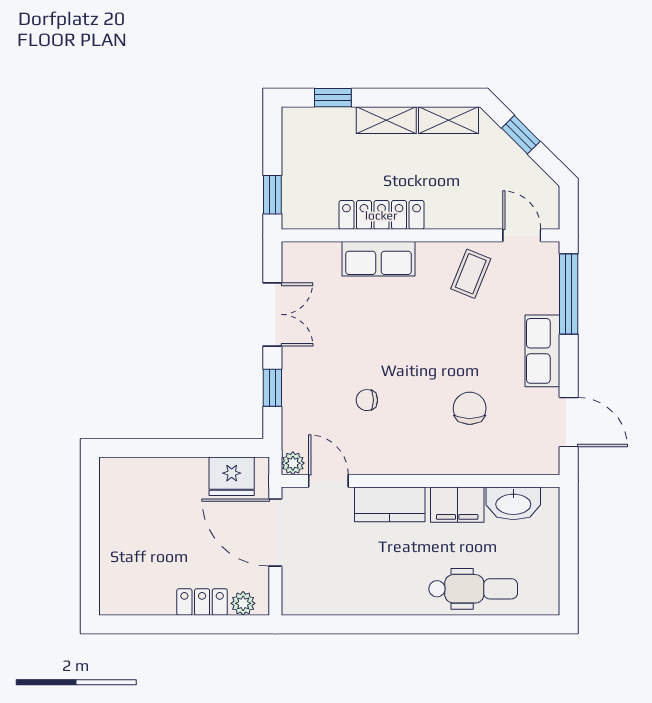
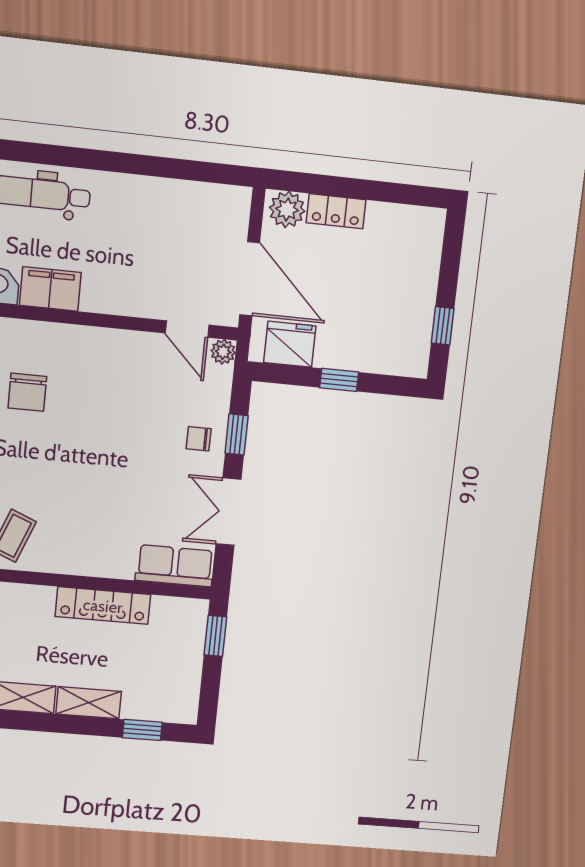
row of seats: (378, 259) -> (175, 566), moved
chair: (367, 400) -> (199, 439), moved, turned 180
window: (182, 448) -> (339, 380), added
kitchen counter: (390, 504) -> (124, 297), removed
window: (90, 508) -> (443, 326), added
plant: (243, 603) -> (287, 209), width x1.38, depth x1.38

